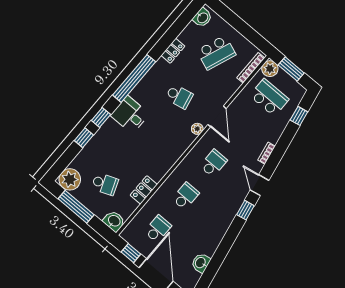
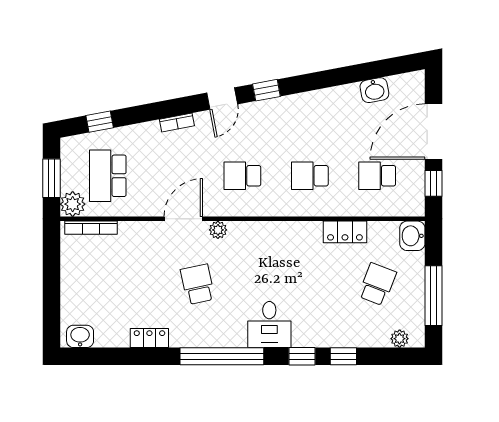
school desk: (216, 53) -> (108, 284), removed
plant: (70, 179) -> (400, 339), width x0.53, depth x0.53
school desk: (105, 184) -> (377, 284), turned 42

